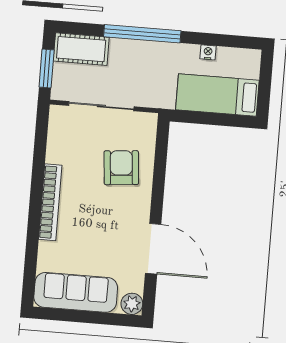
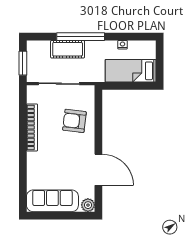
cot: (81, 49) -> (68, 49), moved
armchair: (121, 168) -> (74, 121), turned -78
bookcase: (50, 202) -> (32, 127), moved

